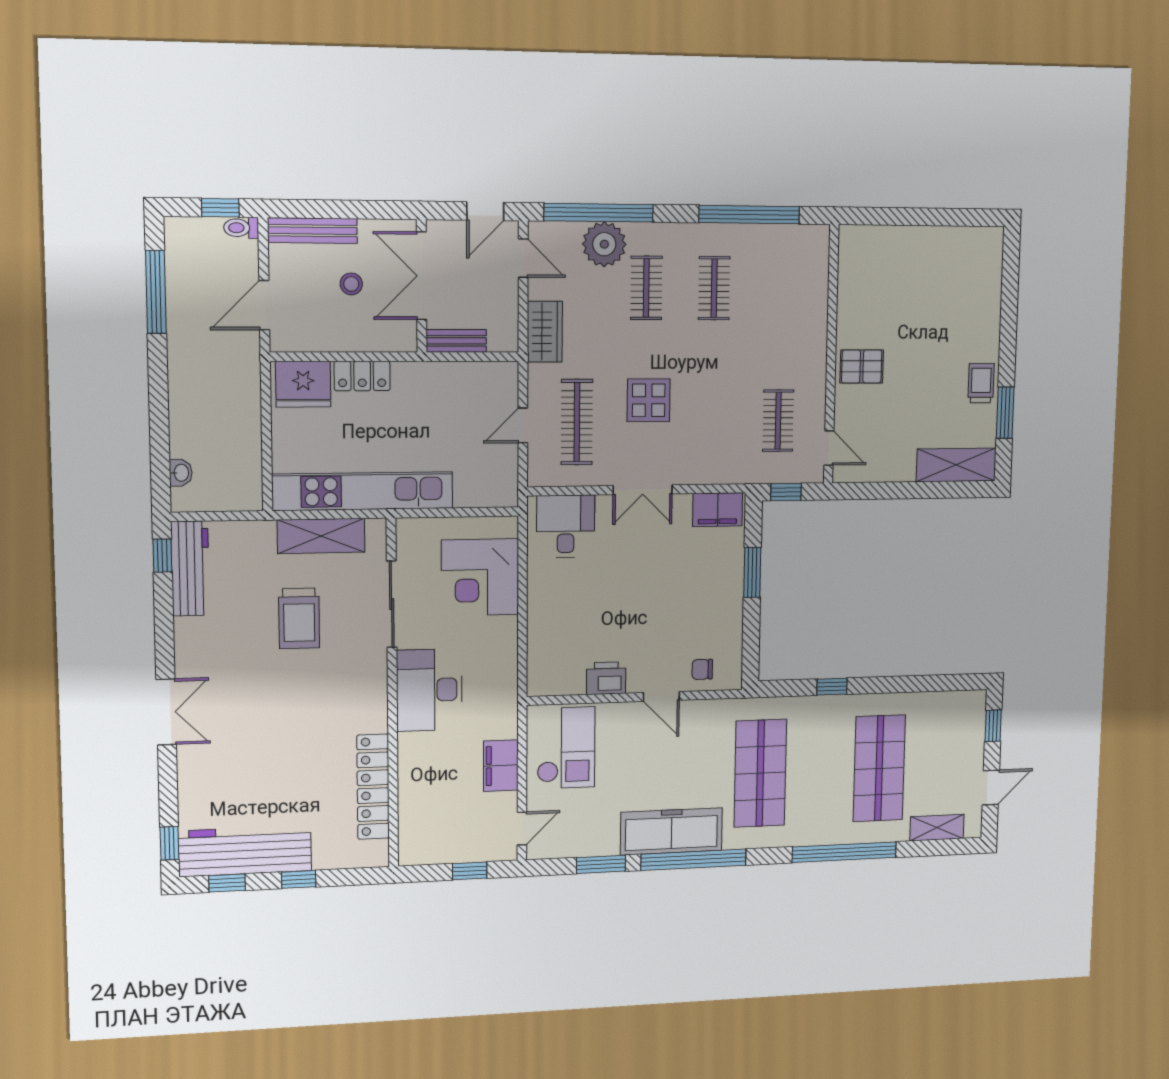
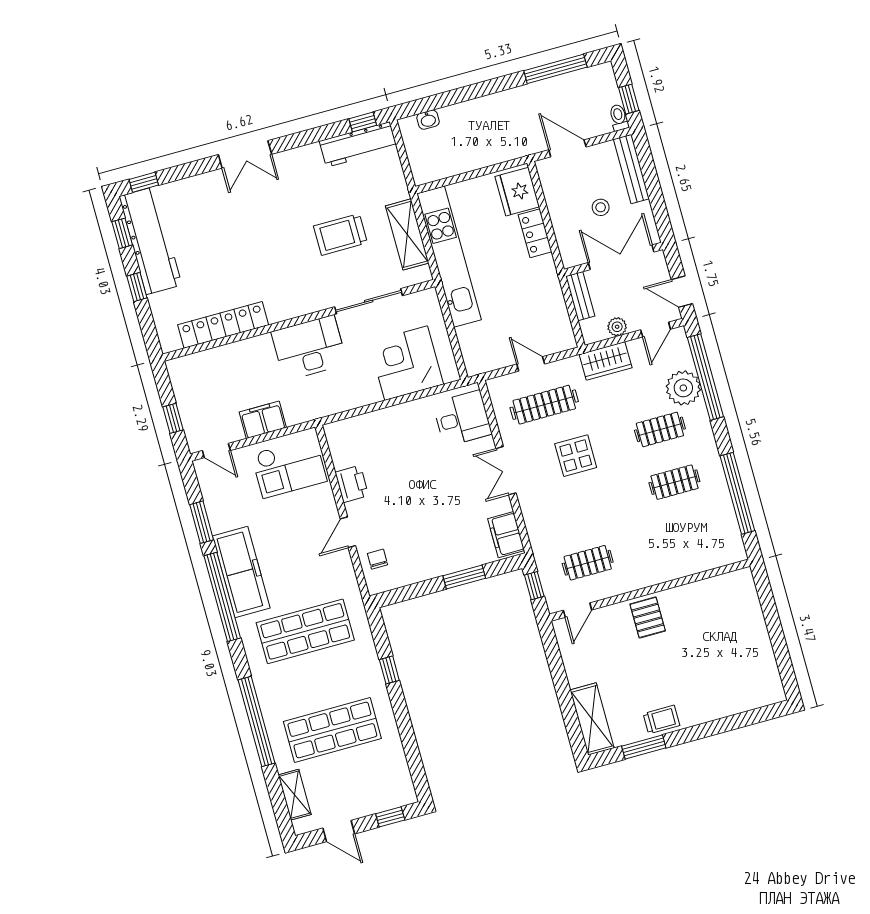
plant: (507, 305) -> (617, 327), added

